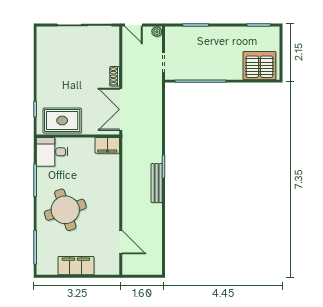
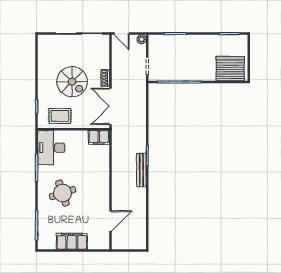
spiral stairs: (76, 81) -> (72, 82), added
rug: (62, 121) -> (60, 116), width x0.73, depth x0.70
desk: (52, 152) -> (51, 148), width x1.37
round table: (65, 210) -> (63, 193), width x0.73, depth x0.73
door: (121, 242) -> (110, 221), hinge flipped

